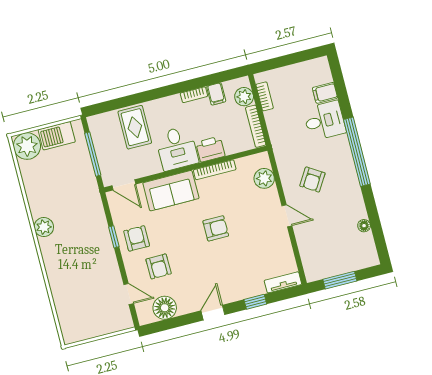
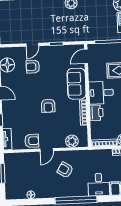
armchair: (137, 238) -> (32, 141), moved
door: (129, 294) -> (32, 45), moved

